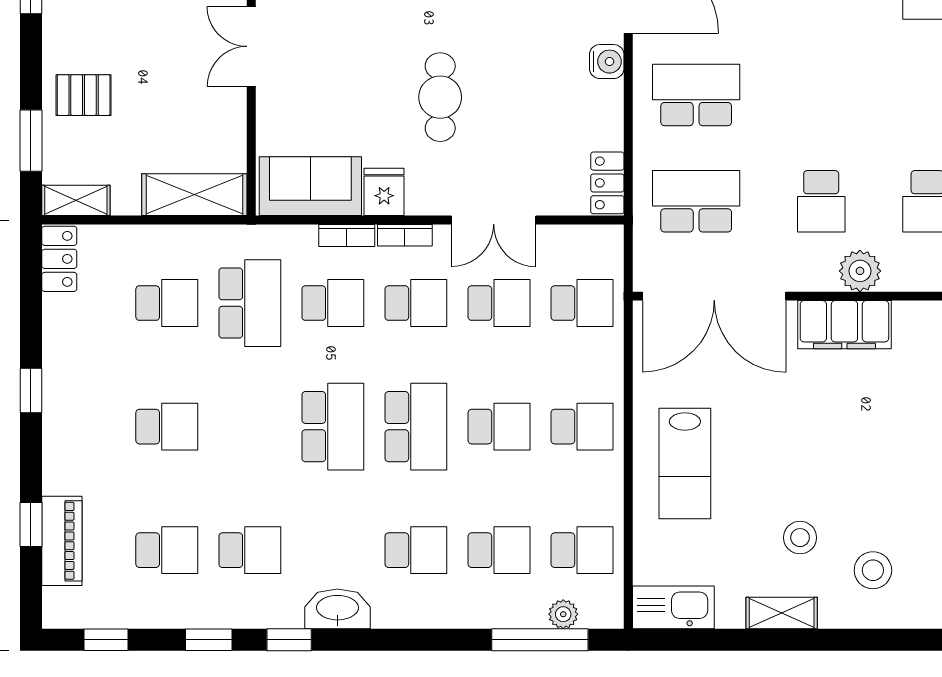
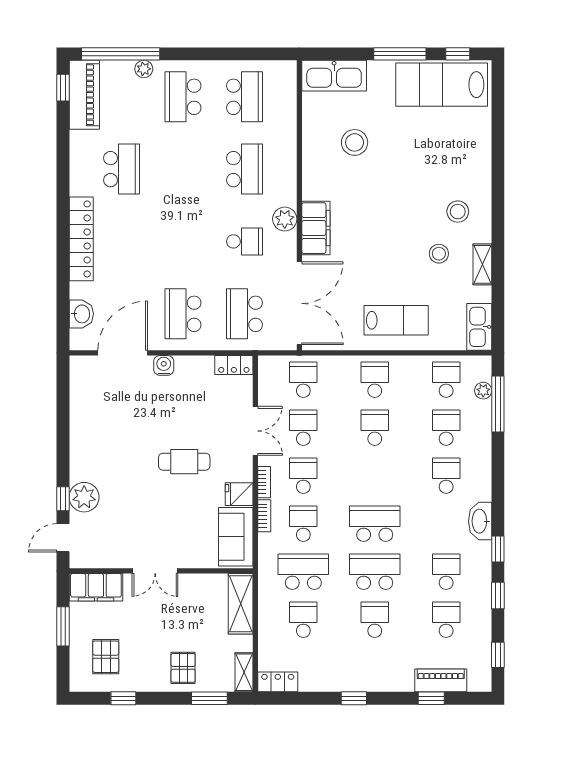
school desk: (416, 427) -> (375, 572), moved

